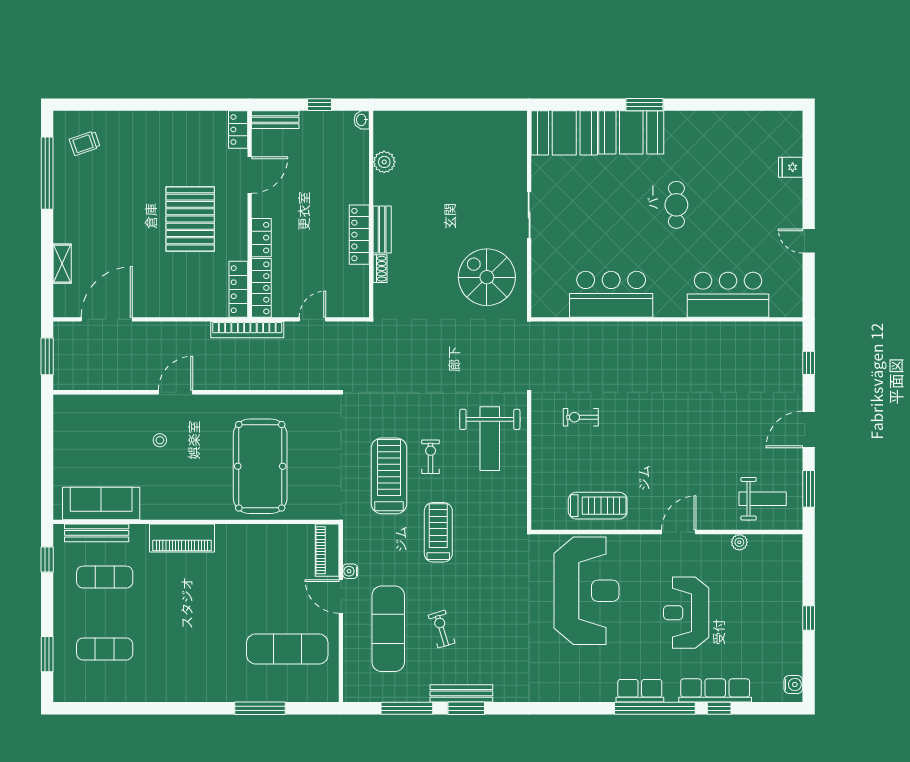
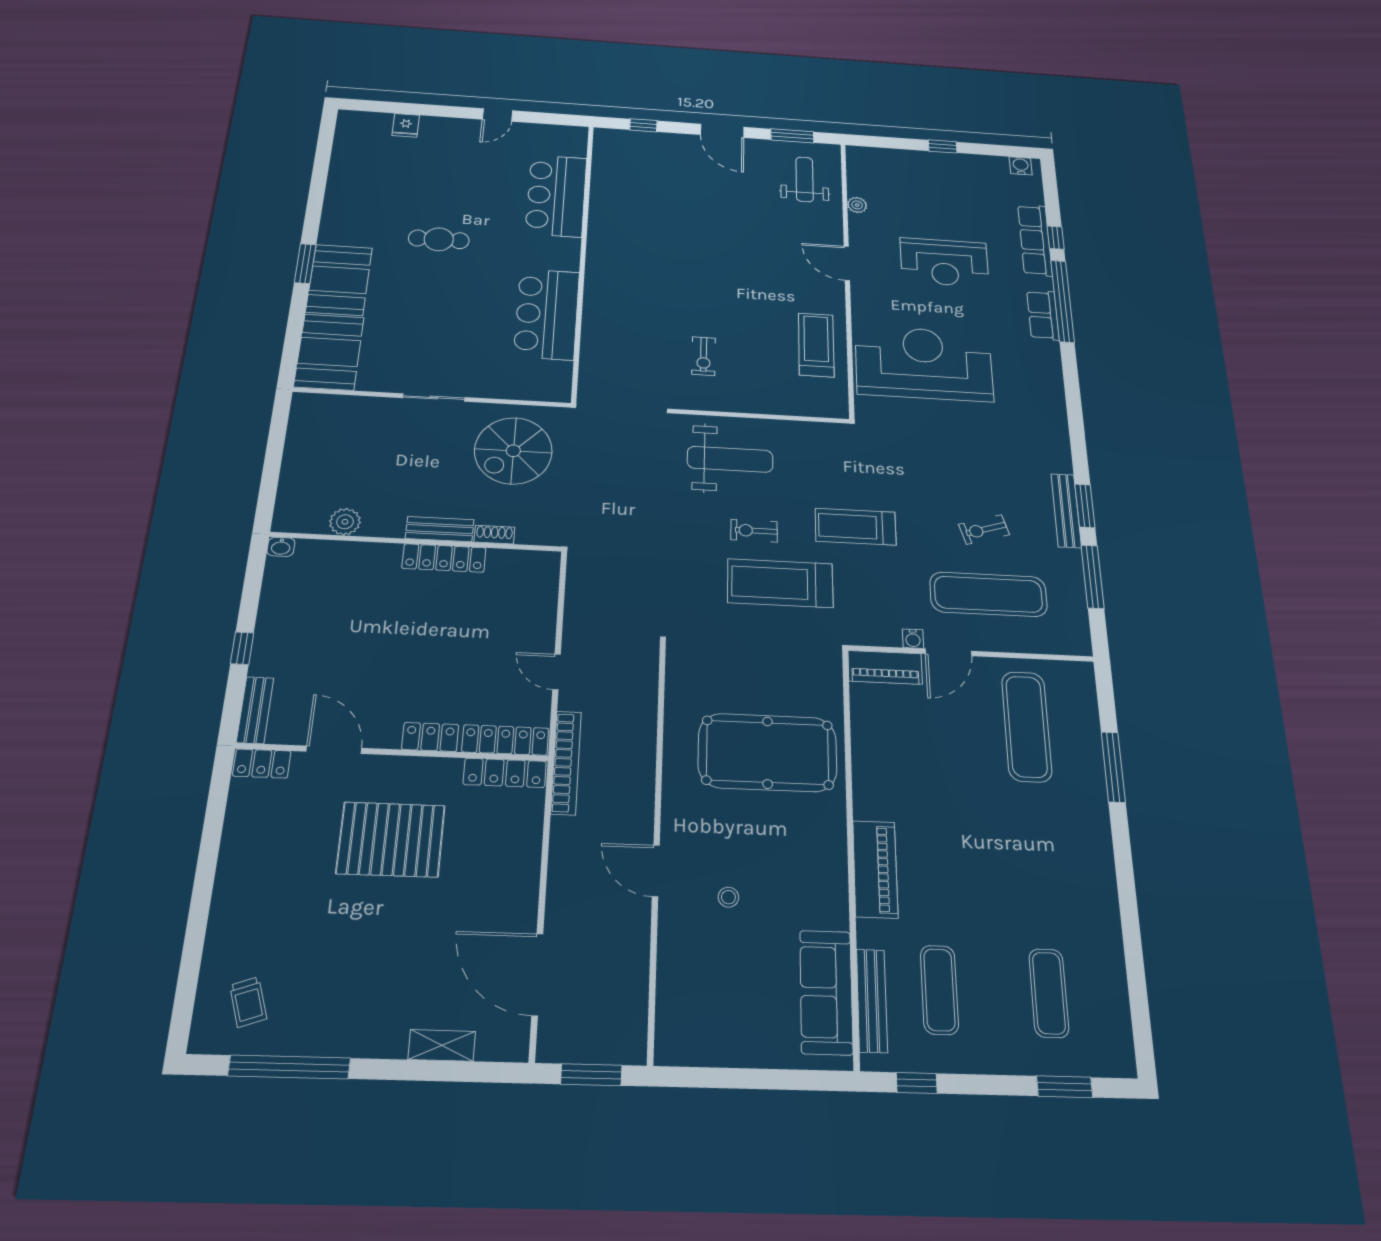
washbasin: (362, 120) -> (281, 547), moved
plant: (384, 162) -> (345, 522), moved
wall: (371, 214) -> (417, 542), moved
bench: (382, 229) -> (440, 529), moved
locker: (359, 235) -> (444, 558), moved
shoe rack: (380, 269) -> (494, 535), moved

